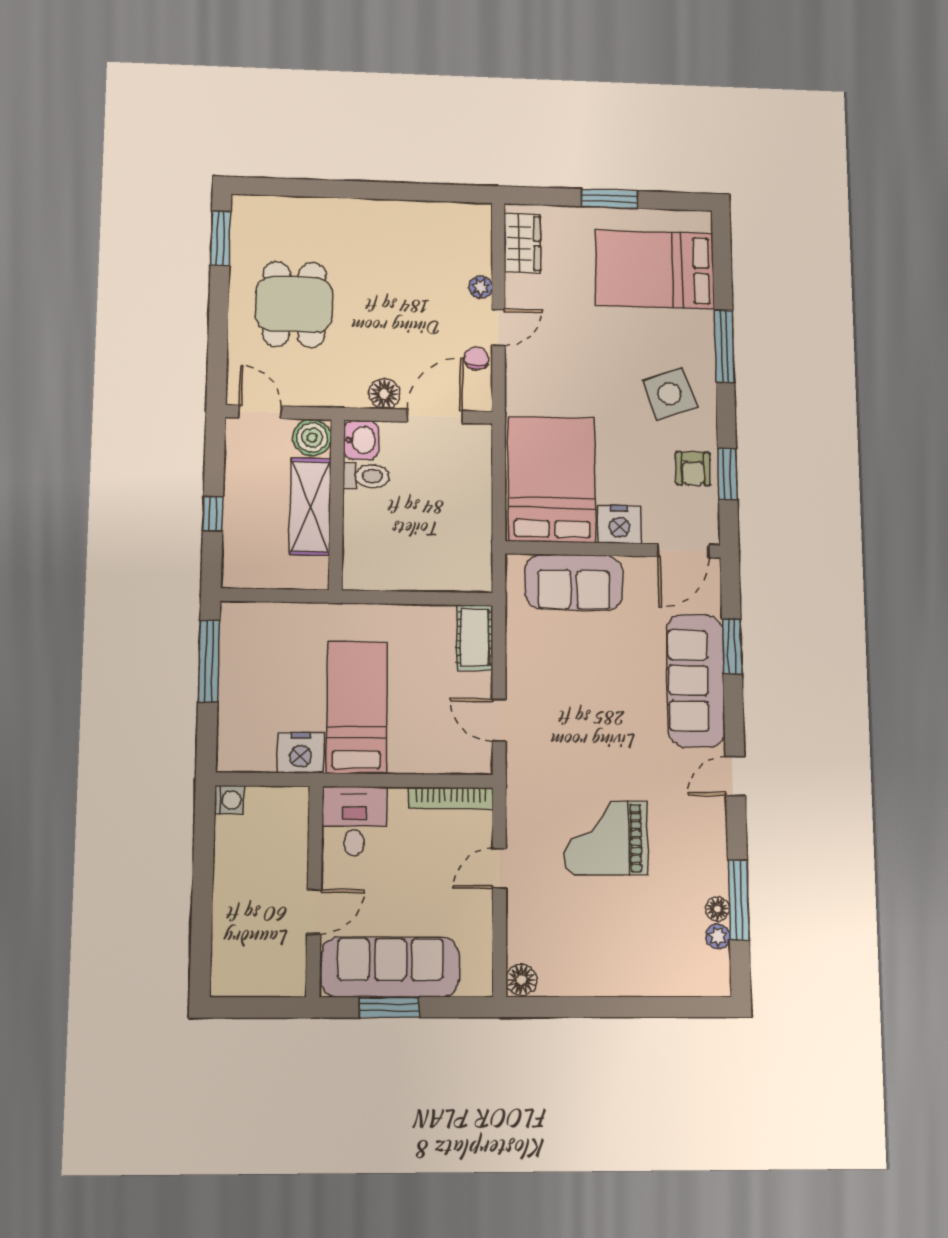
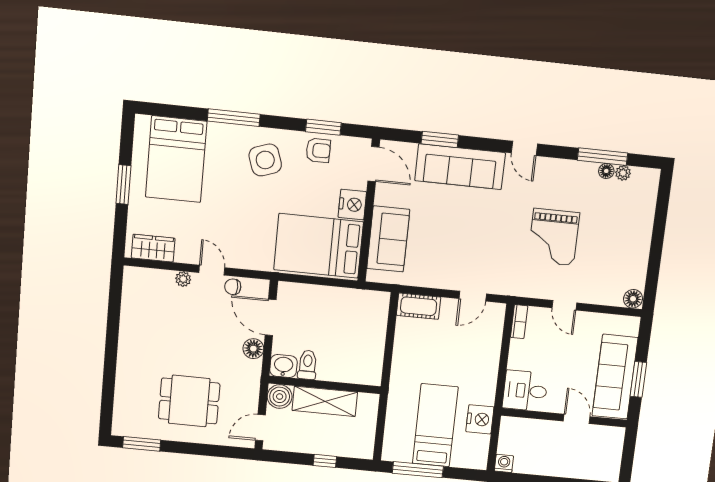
bed: (357, 707) -> (435, 425), moved, turned 90
bookcase: (451, 798) -> (519, 322), width x0.64

